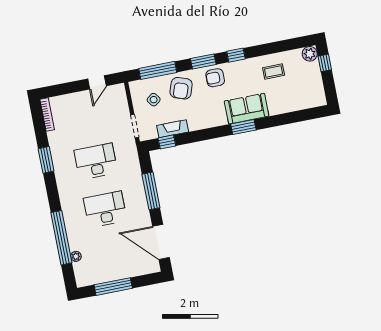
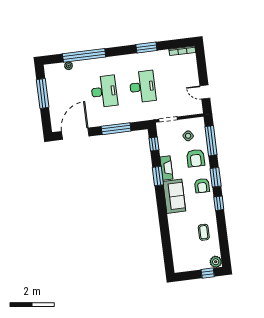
armchair: (215, 78) -> (202, 186), turned 180
armchair: (181, 88) -> (196, 158), turned -109
sofa: (247, 109) -> (174, 196), moved
window: (243, 127) -> (158, 176), moved
fireplace: (173, 129) -> (166, 168), moved

